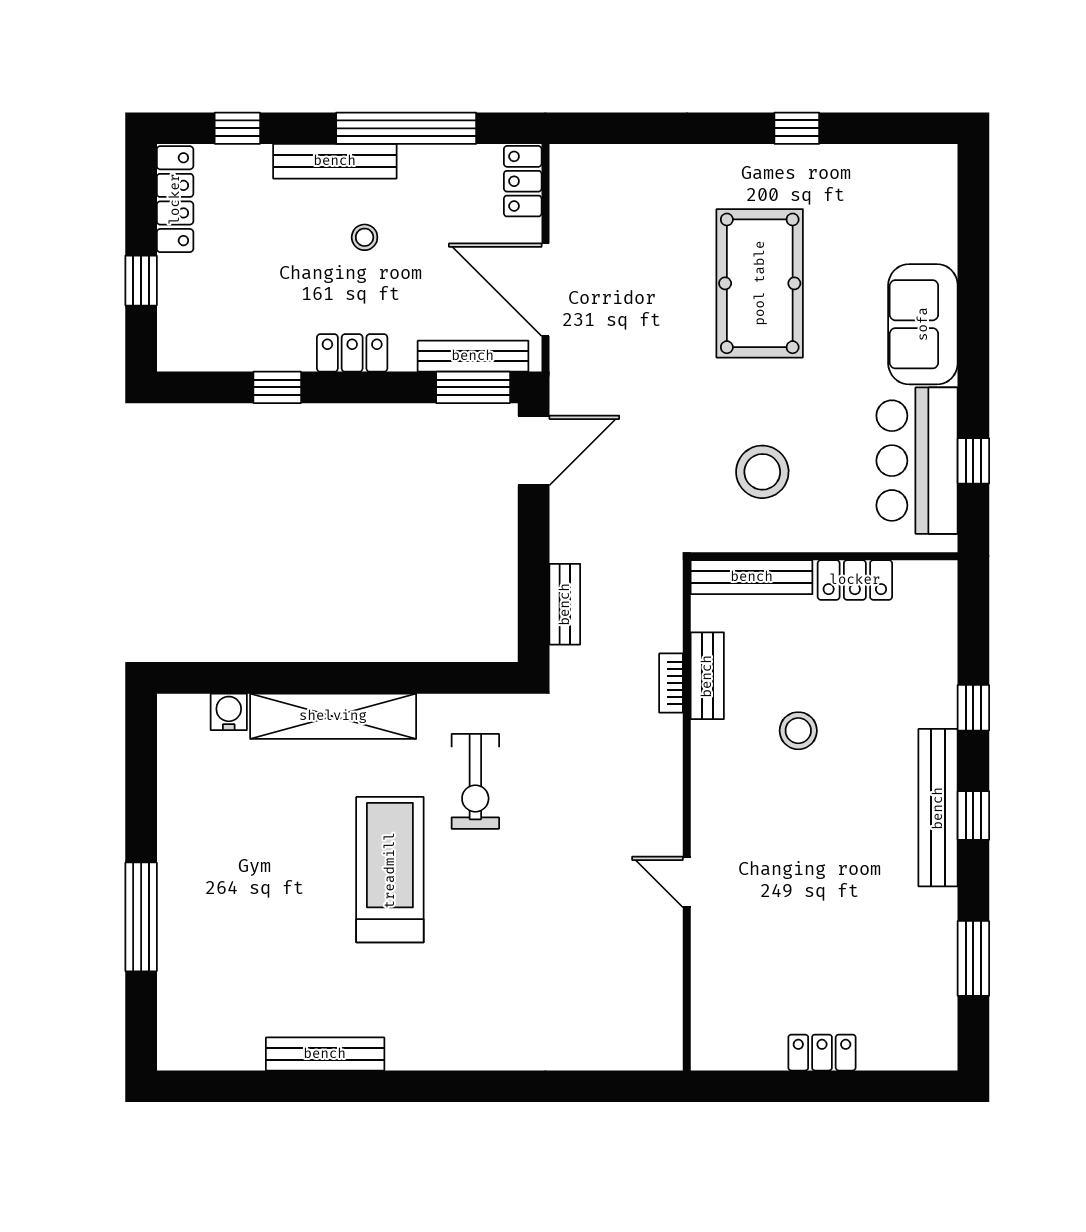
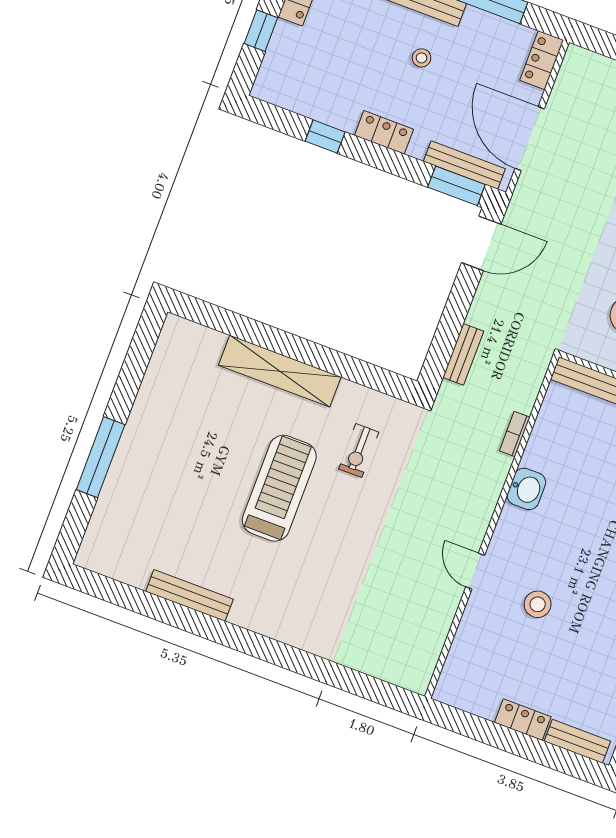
bench: (707, 676) -> (577, 741), moved, turned 90
water cooler: (229, 712) -> (211, 342), removed
stool: (798, 731) -> (538, 604), moved
washbasin: (713, 749) -> (526, 489), added
exercise bike: (475, 781) -> (359, 451), width x0.73, depth x0.72

